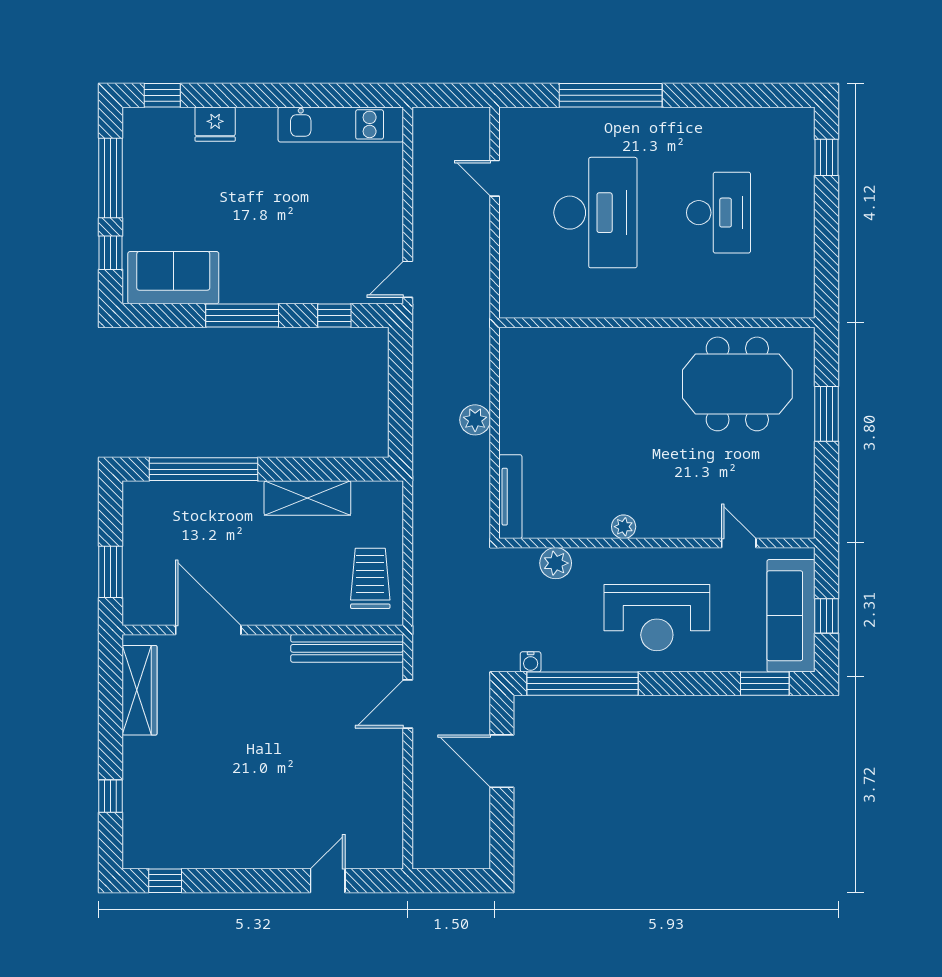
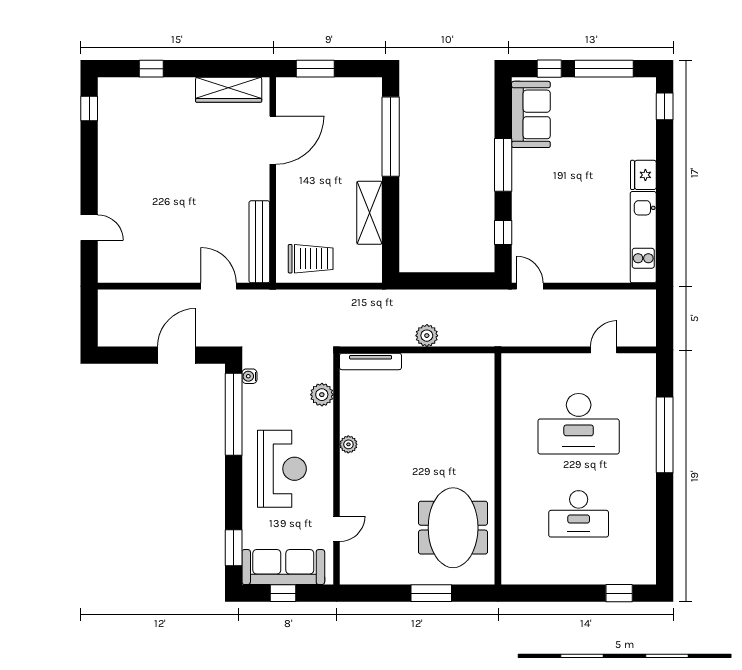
fridge: (215, 124) -> (643, 175), moved
reception desk: (657, 618) -> (282, 469), turned 180

